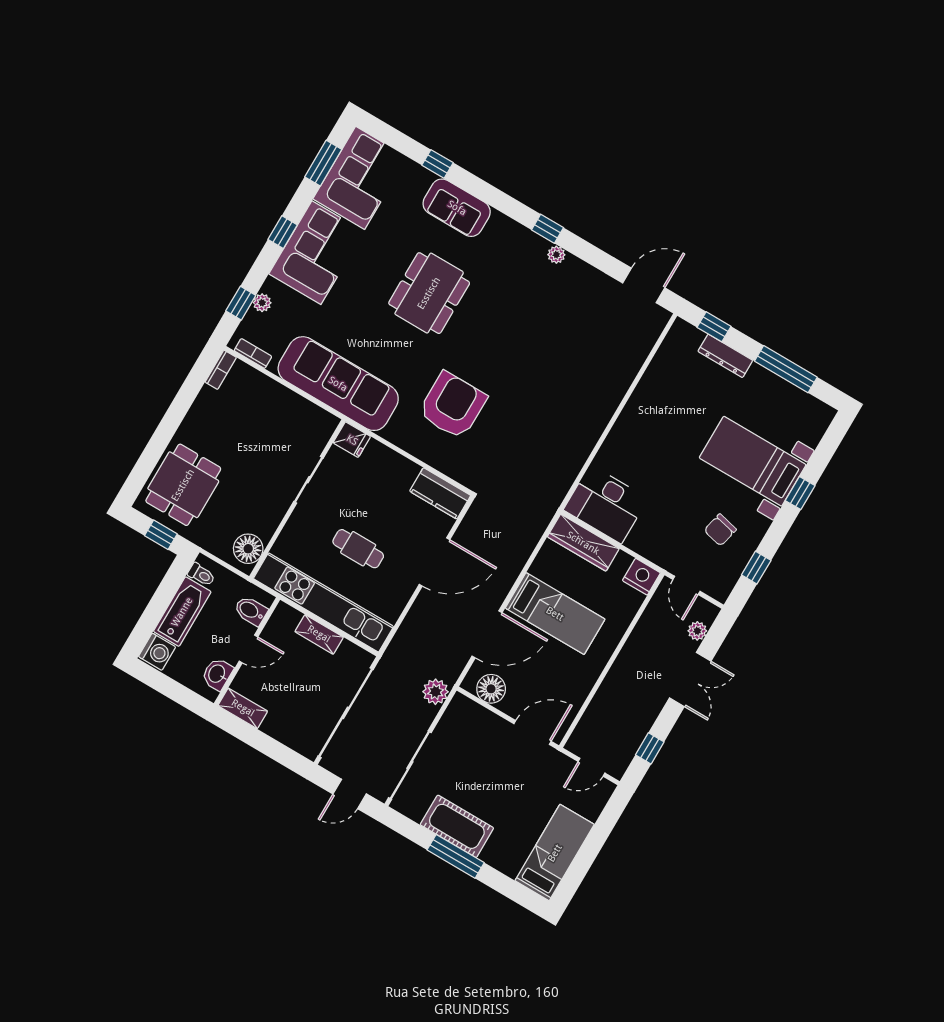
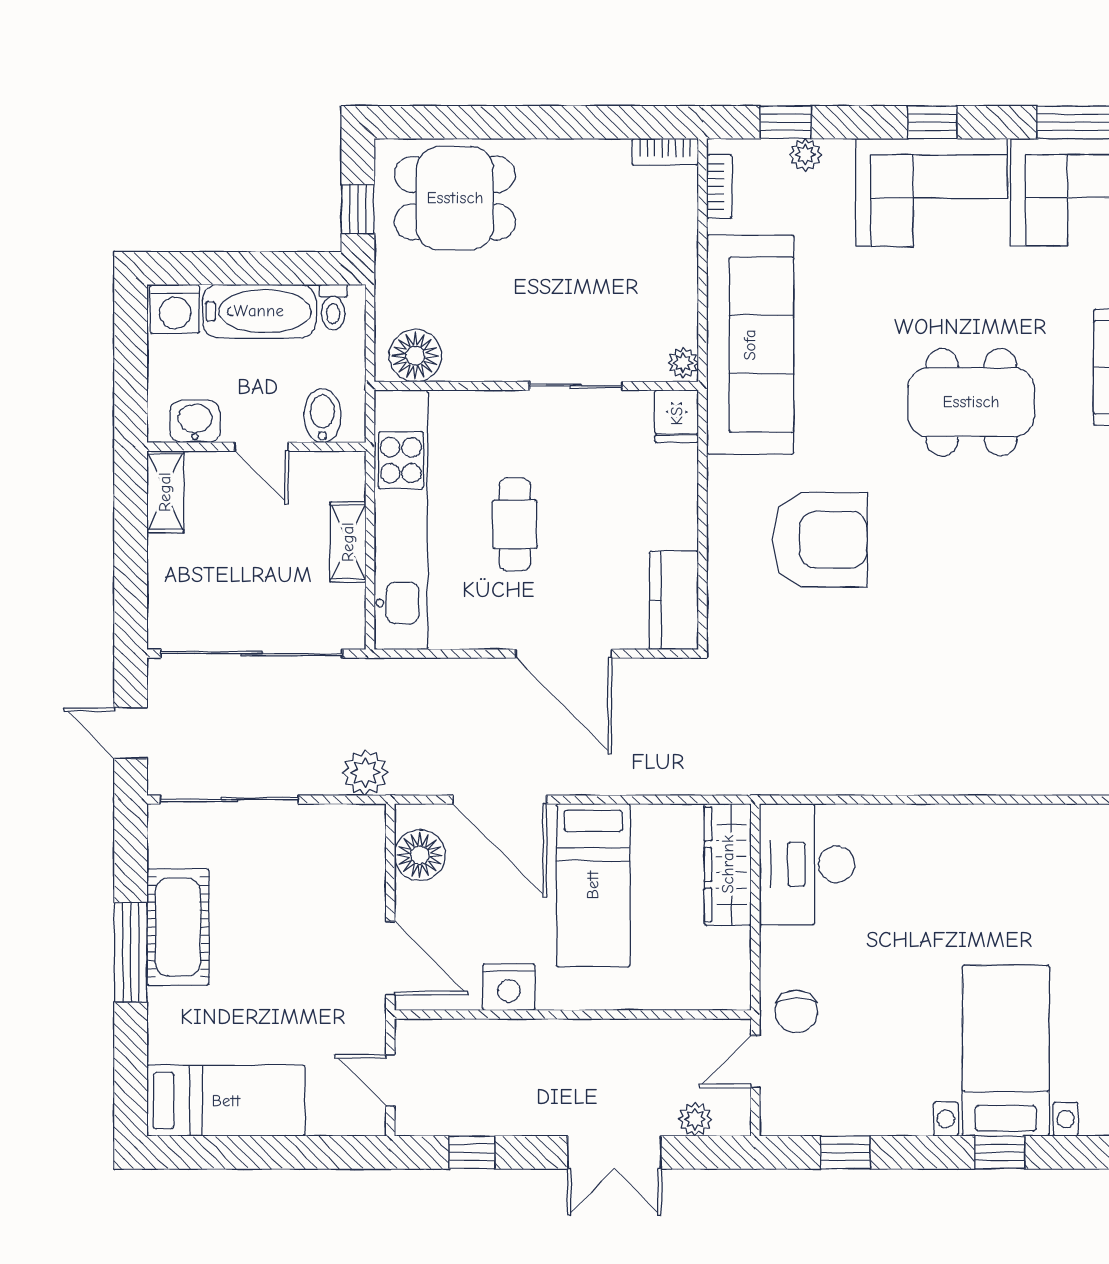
plant: (328, 421) -> (683, 363), added
chair: (720, 530) -> (796, 1011), moved, turned -103
nightstand: (641, 577) -> (509, 987), moved, turned 90

